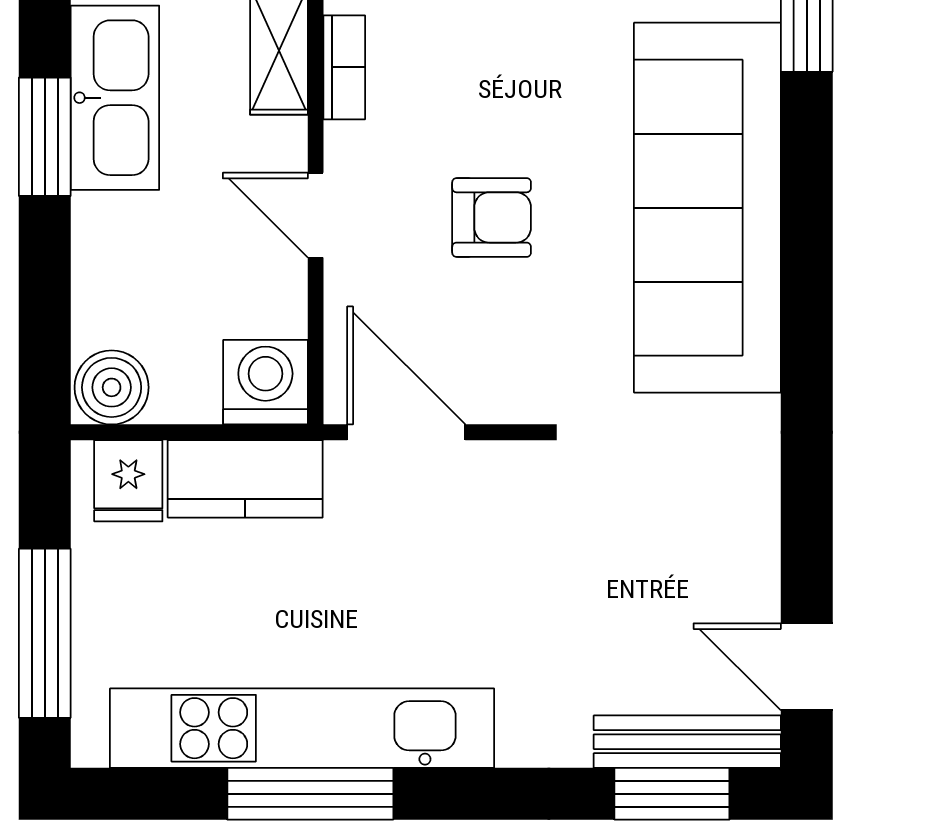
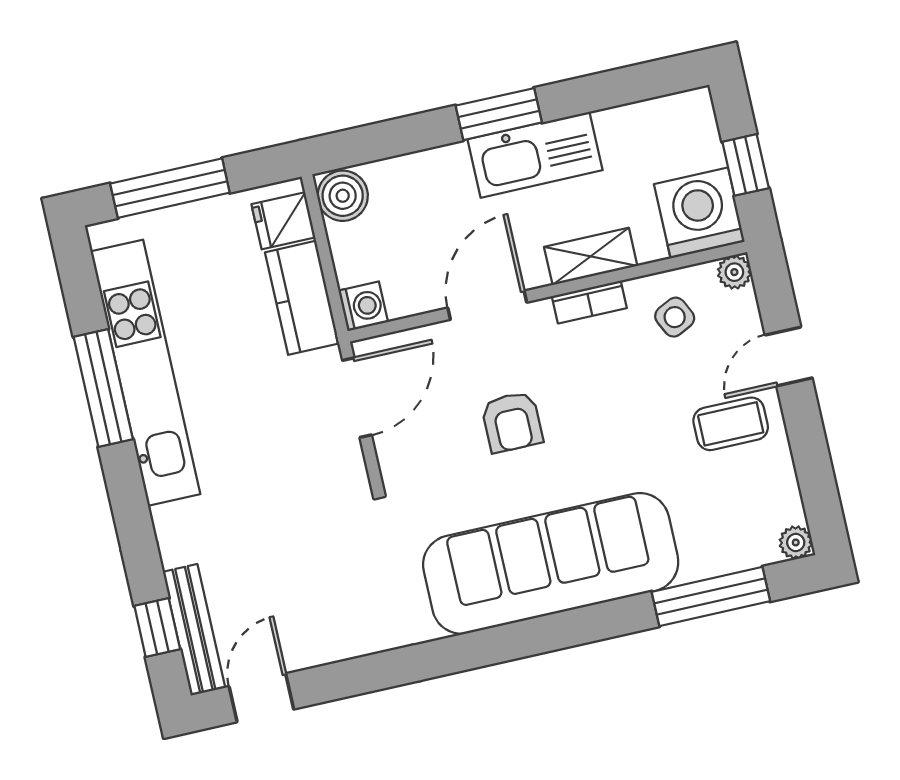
door: (316, 215) -> (487, 305), width x1.38
washing machine: (265, 382) -> (363, 306), width x0.73, depth x0.73
window: (672, 794) -> (157, 628), width x0.67

